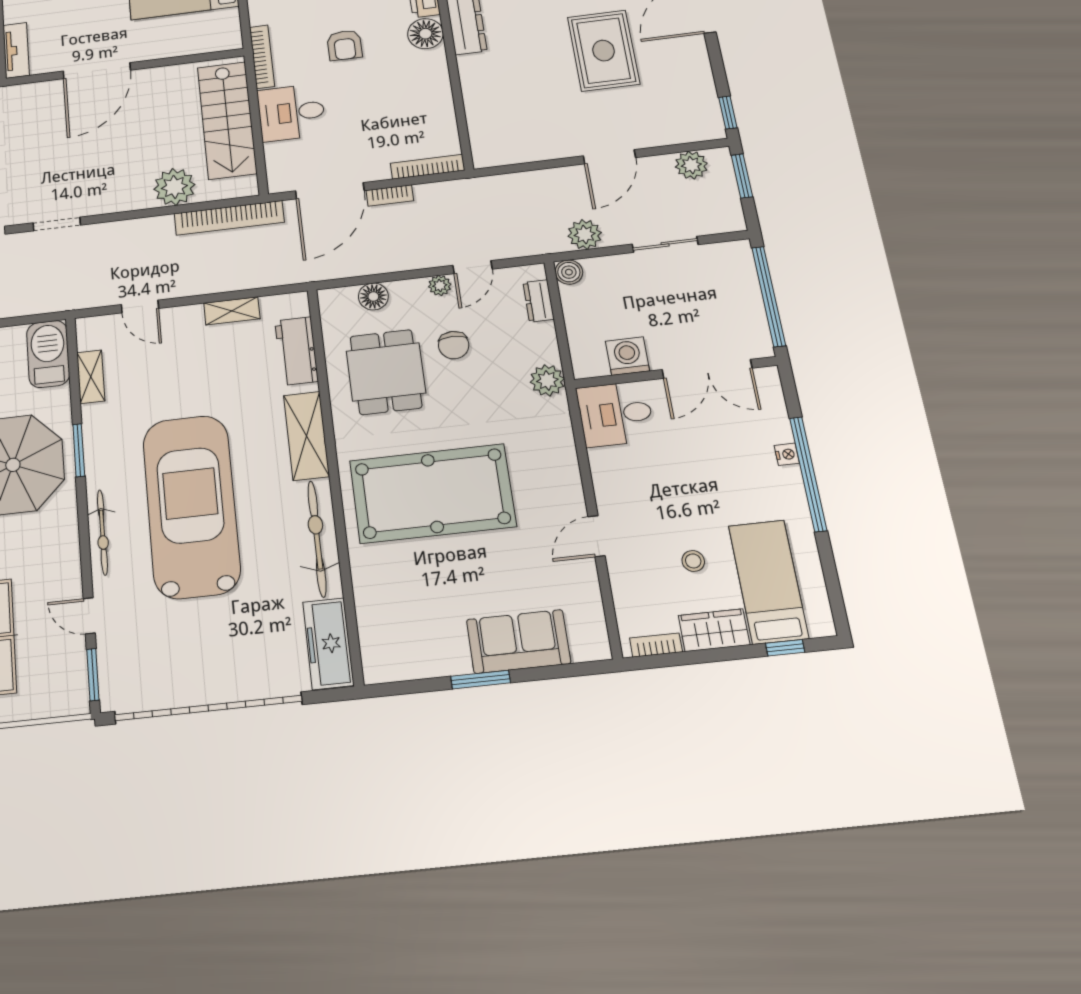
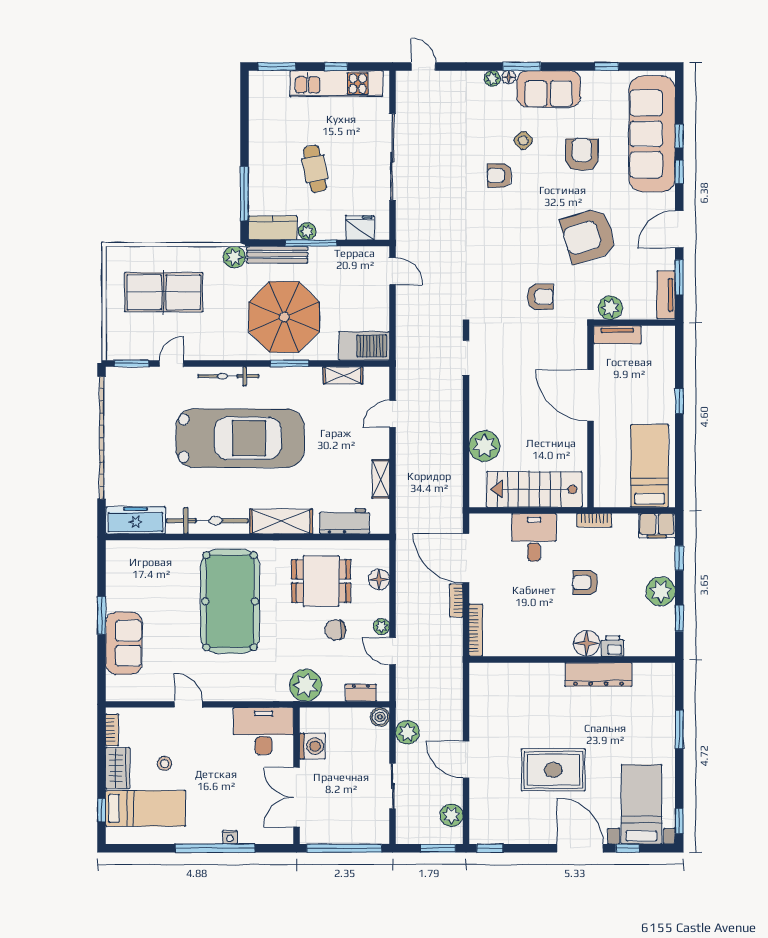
bookcase: (262, 57) -> (594, 520), width x0.64
bookcase: (229, 218) -> (454, 484), removed
plant: (547, 380) -> (306, 685), width x1.36, depth x1.36
desk: (615, 414) -> (263, 731), width x1.37

